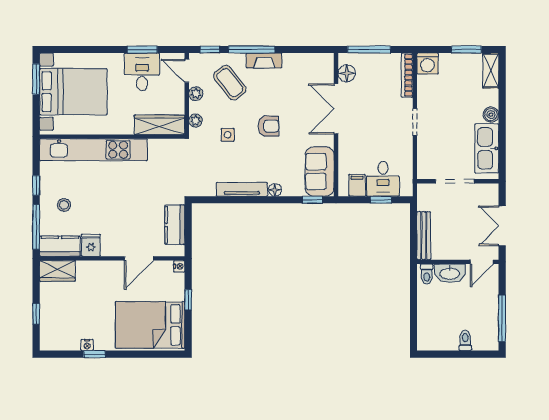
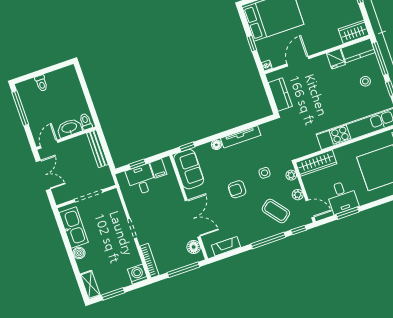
fireplace: (264, 60) -> (226, 246), moved

